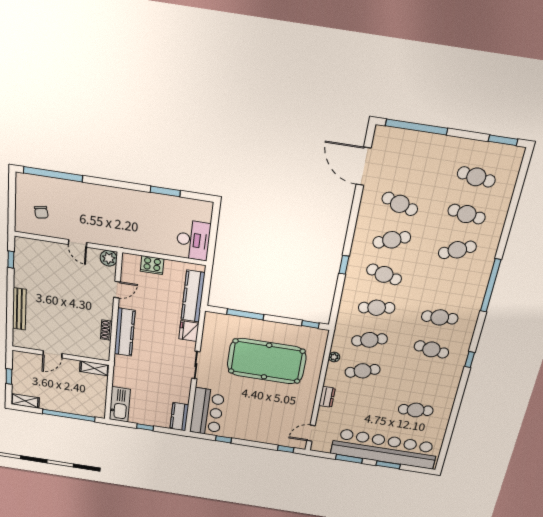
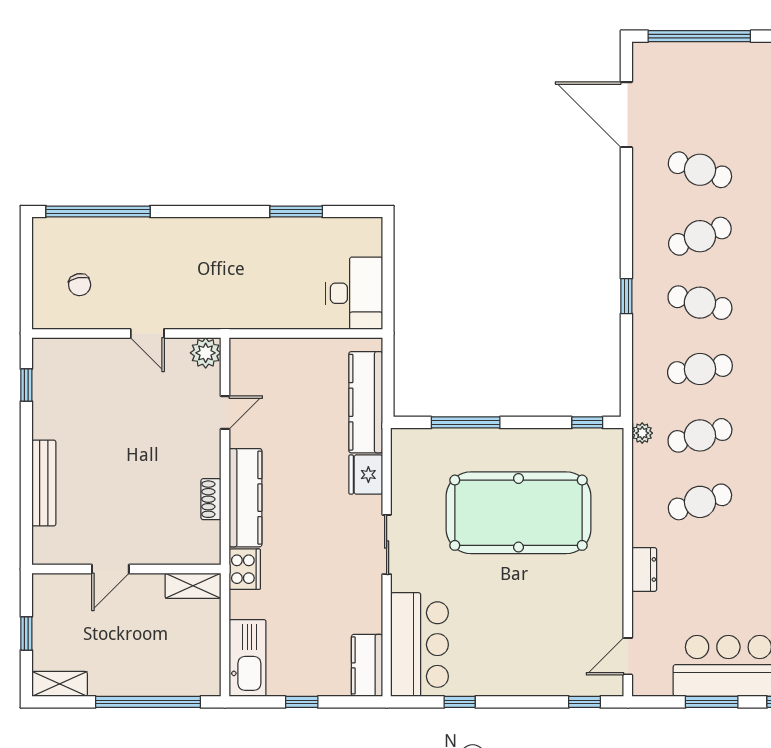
cooker: (152, 265) -> (245, 569), moved, turned -90
plant: (334, 357) -> (642, 433), moved

